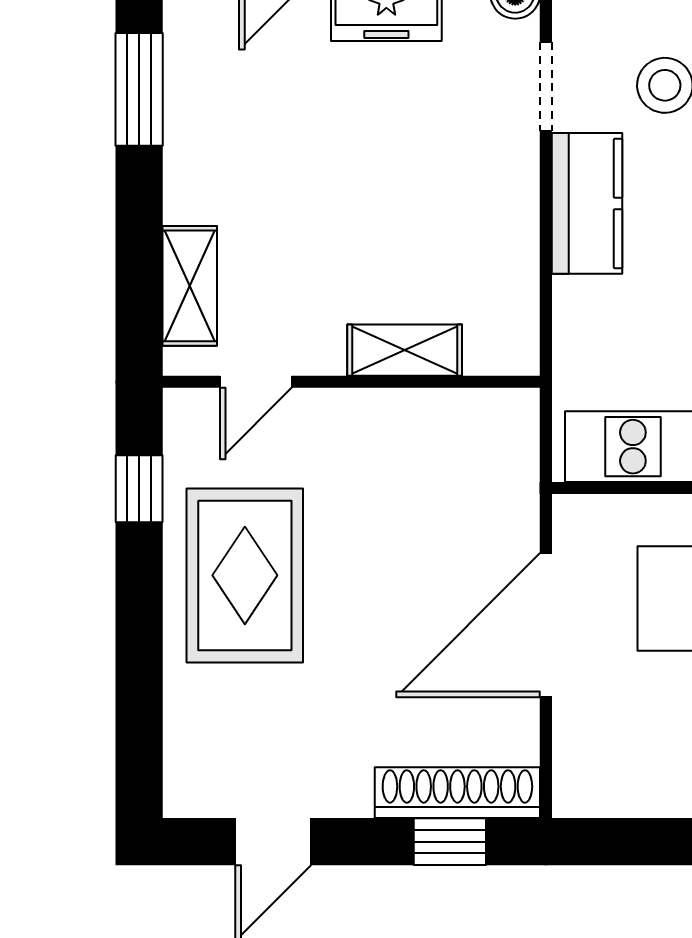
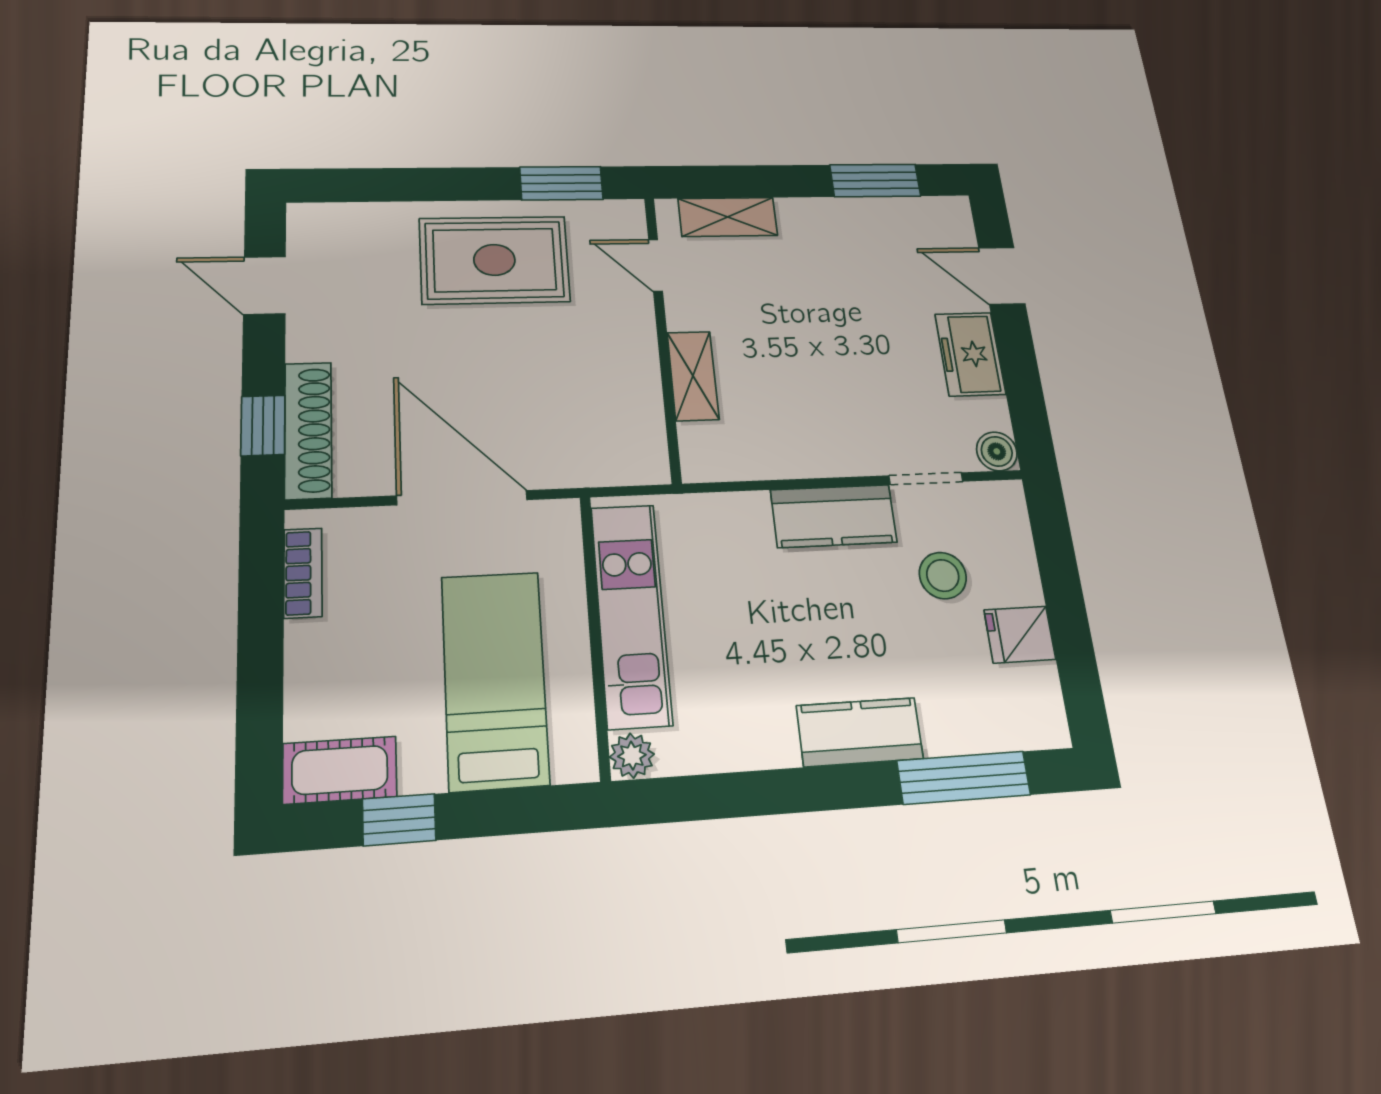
window: (139, 489) -> (561, 183), width x1.50
bookcase: (625, 798) -> (303, 573), added

